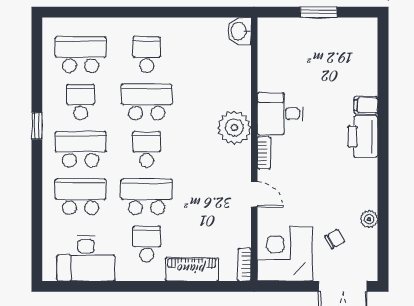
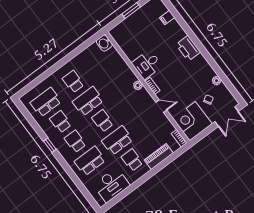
filing cabinet: (366, 105) -> (167, 18), moved
plant: (234, 128) -> (138, 85), width x0.53, depth x0.53
school desk: (81, 149) -> (75, 141), width x0.54

